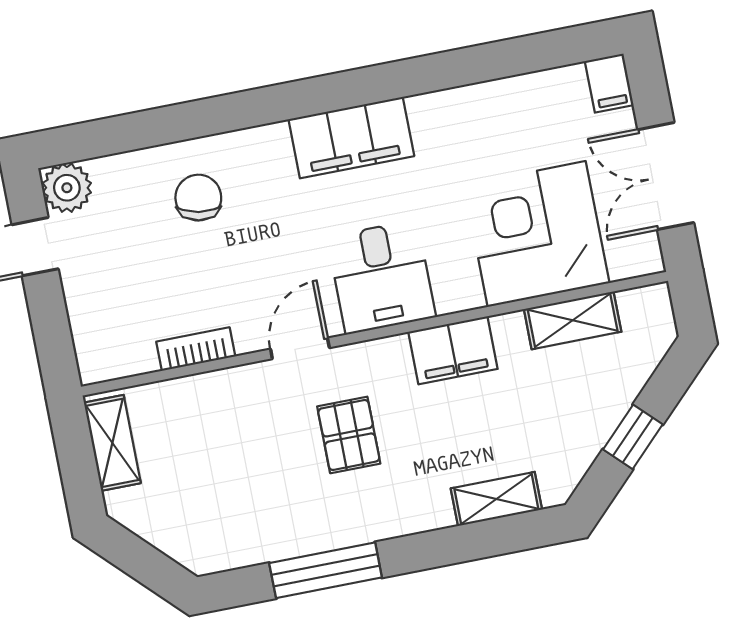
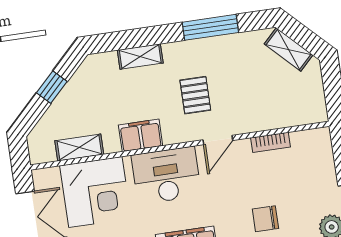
chair: (198, 198) -> (265, 219), turned 80
desk: (381, 277) -> (166, 175), width x1.37
shelving: (112, 443) -> (289, 50), moved, turned -45
shelving: (496, 499) -> (140, 56), moved

